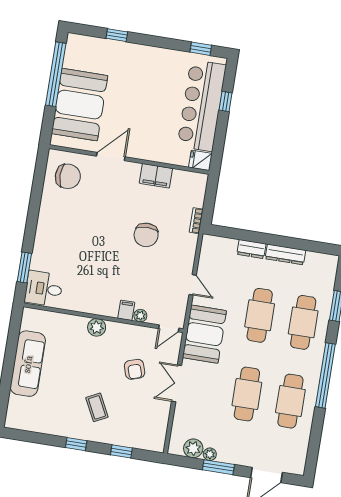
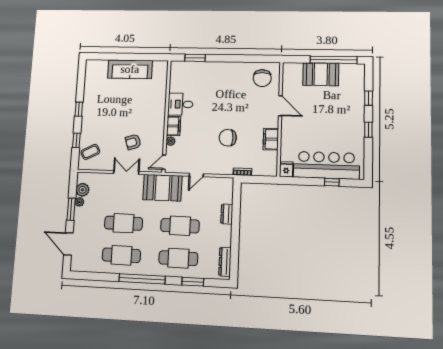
window: (201, 49) -> (368, 130), moved
booth: (79, 105) -> (321, 74), width x0.73, depth x0.70
dresser: (285, 254) -> (225, 262), moved
desk: (44, 289) -> (180, 104), moved, turned -90
filing cabinet: (126, 310) -> (174, 126), width x2.00
plant: (97, 327) -> (159, 112), removed
door: (169, 328) -> (164, 162), hinge flipped
coffee table: (97, 407) -> (90, 152), moved

